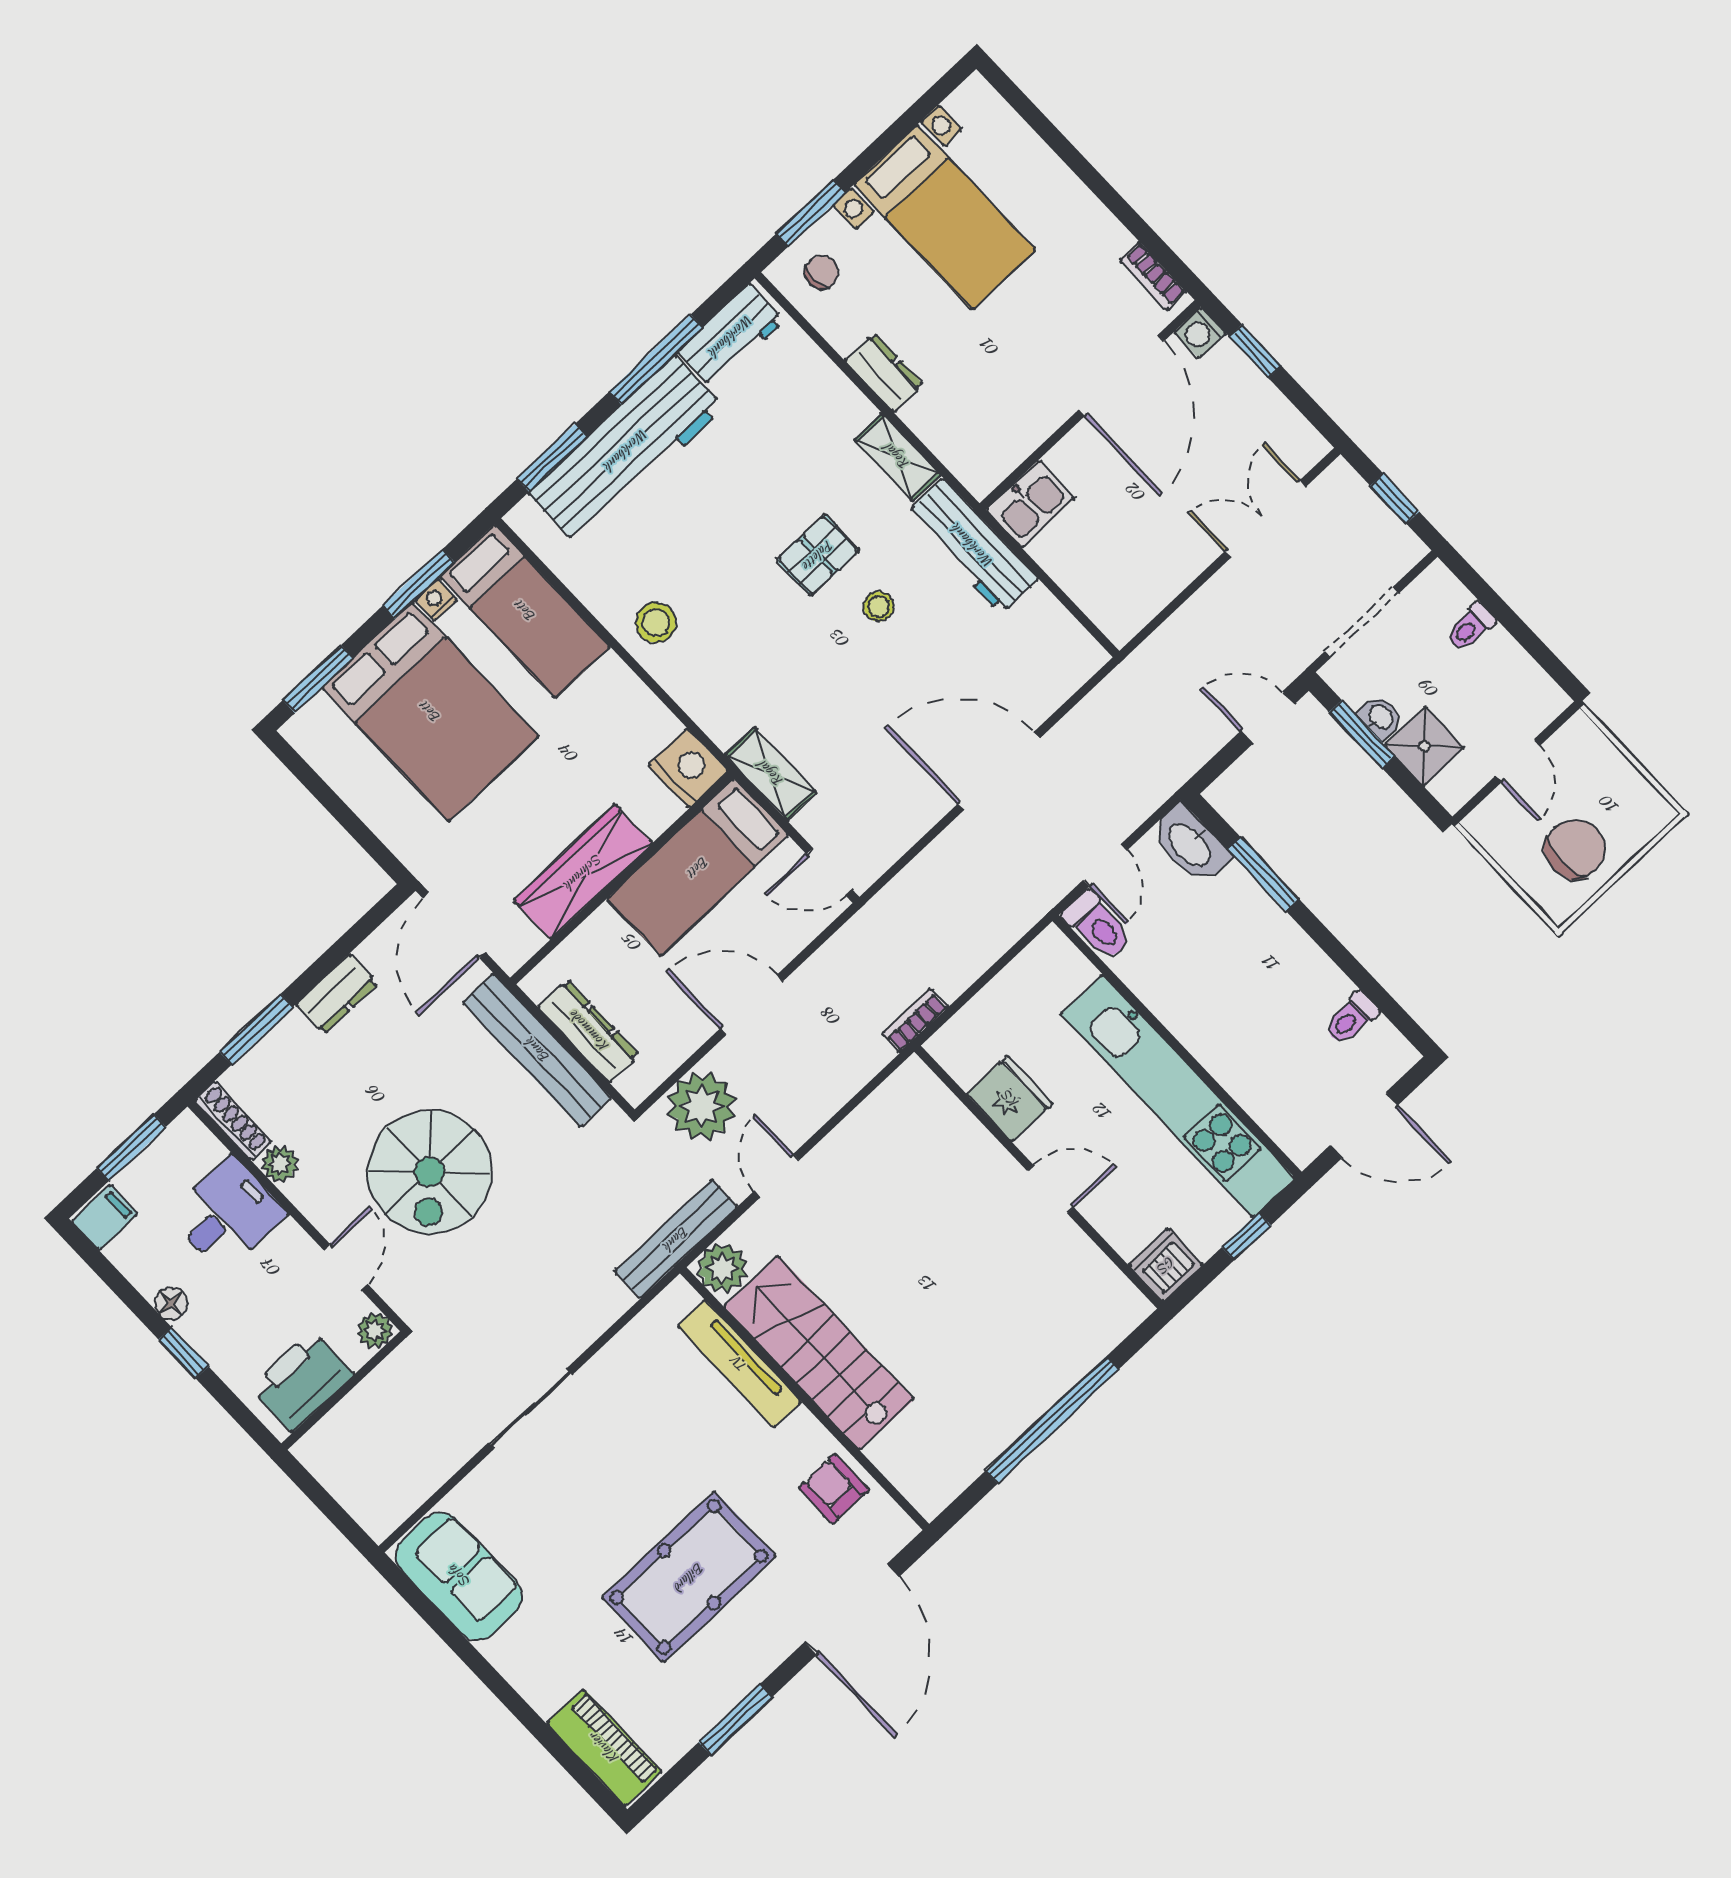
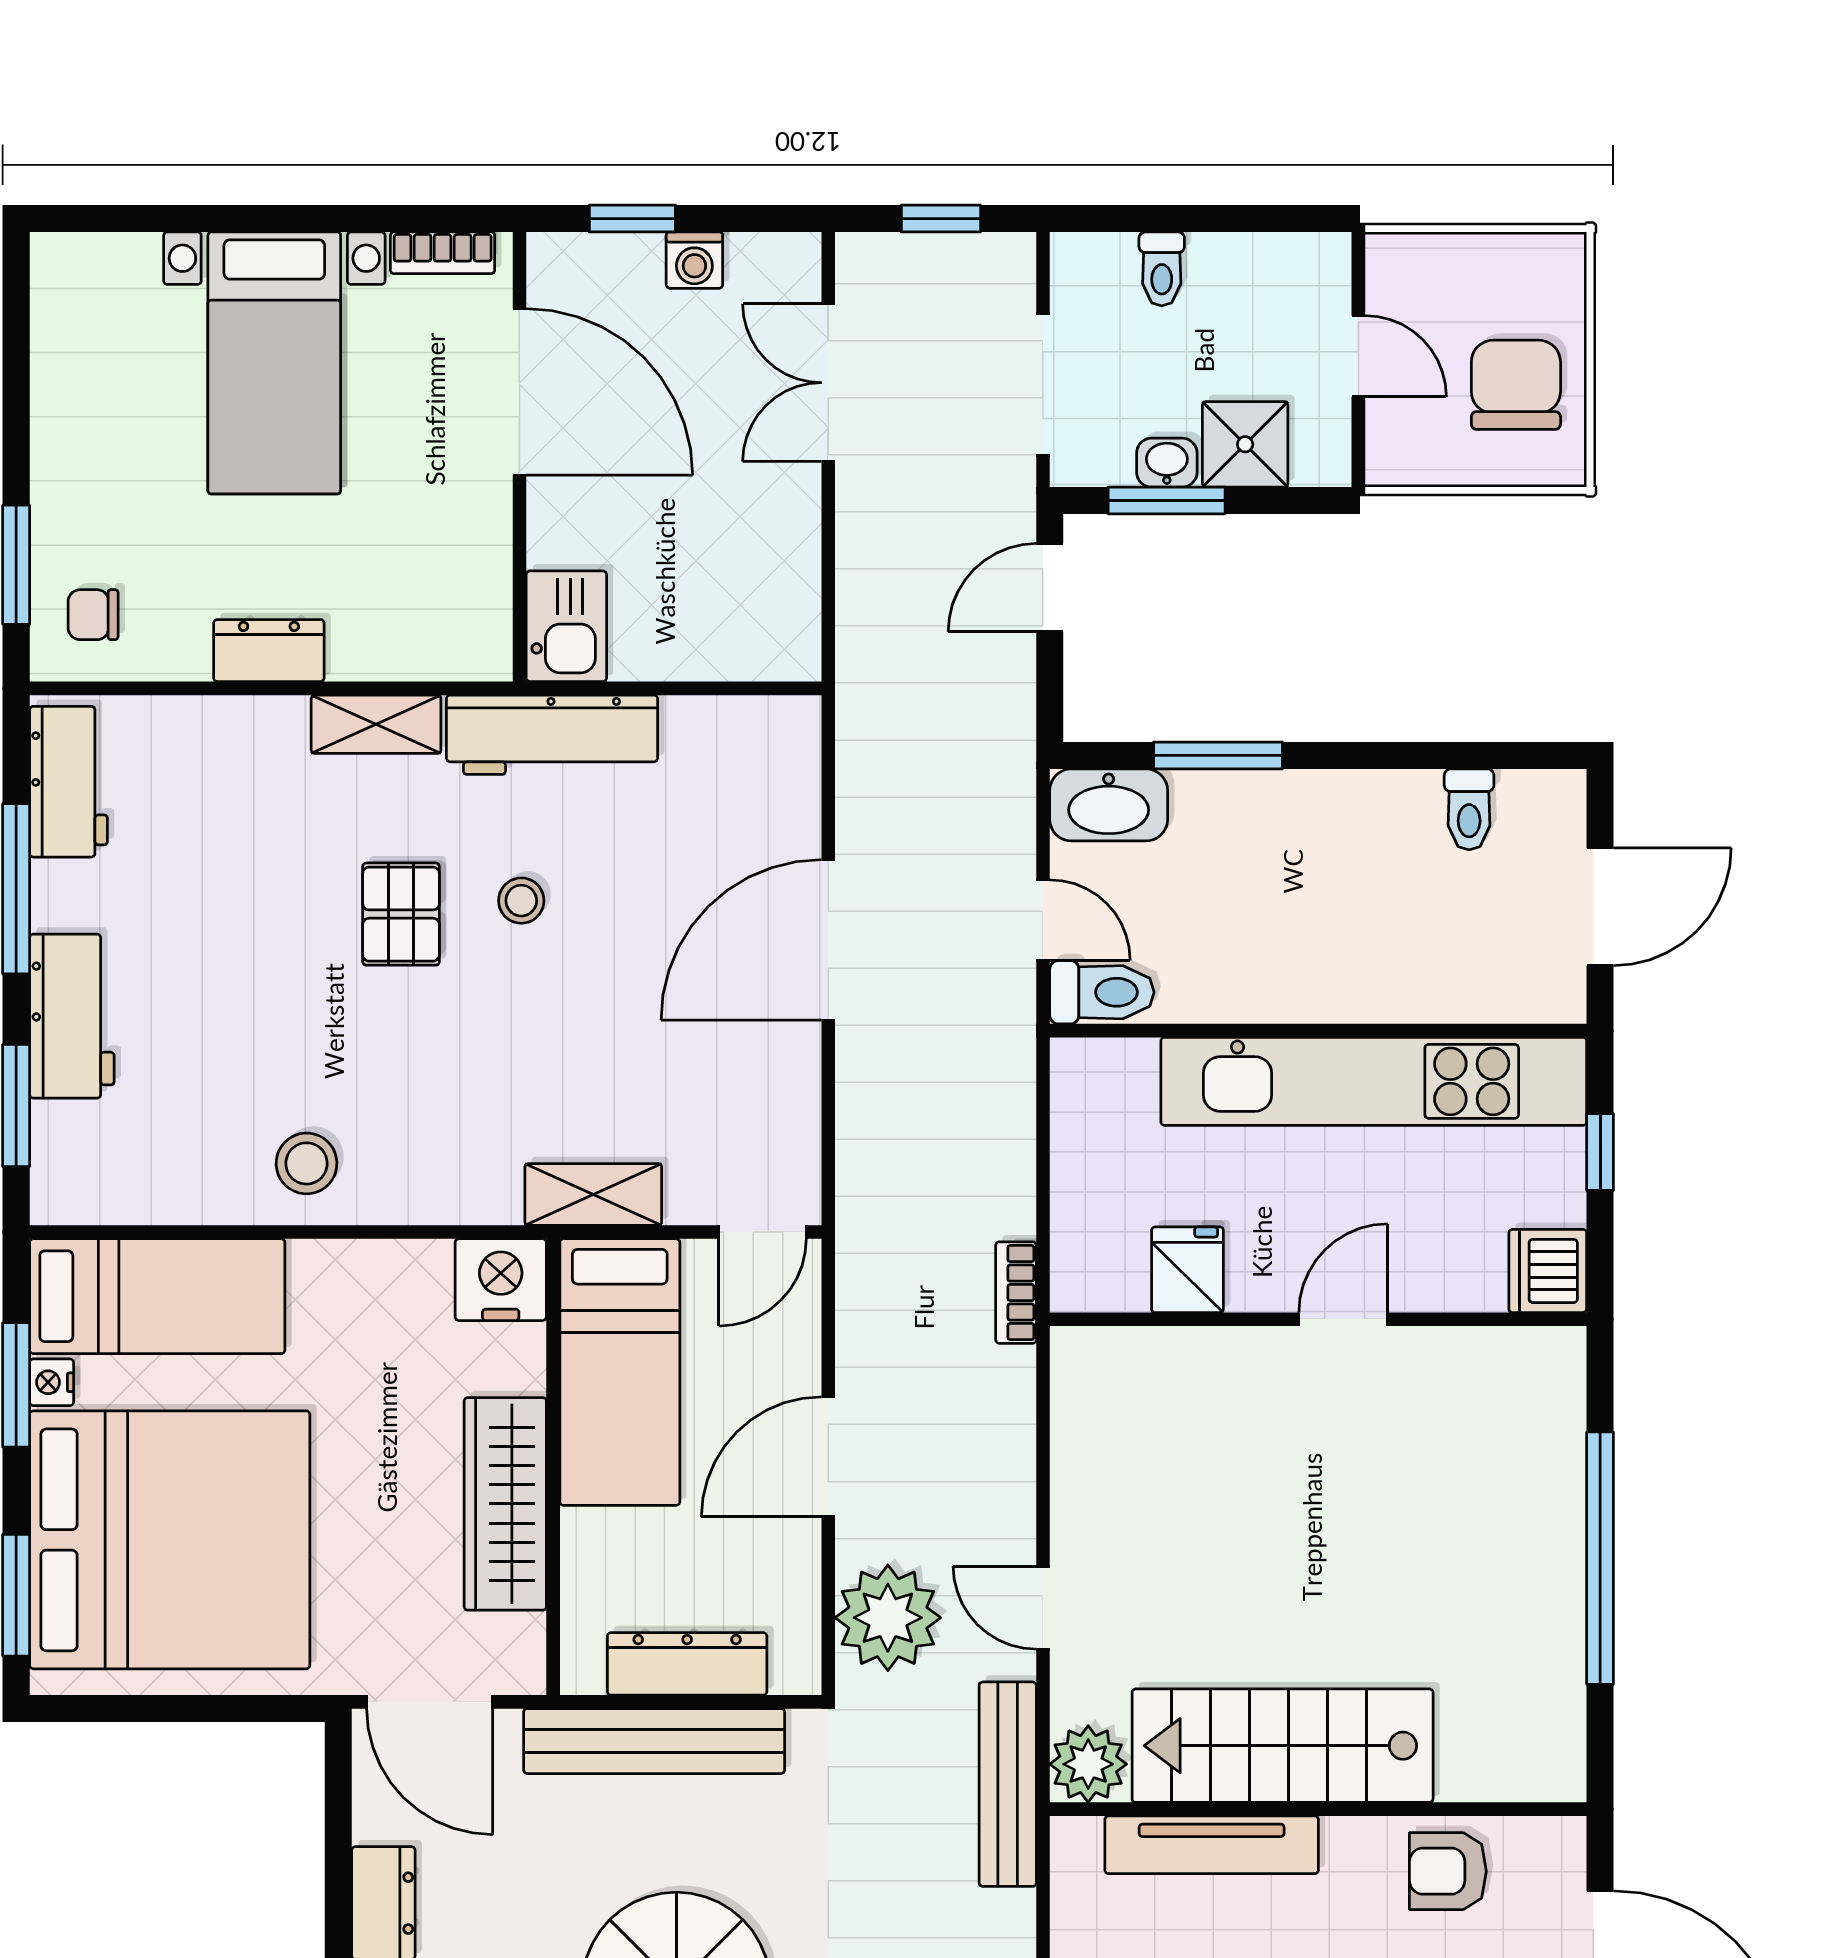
bed with nightstands: (945, 217) -> (274, 363), moved, turned 90
chair: (822, 272) -> (93, 615), turned -88
washing machine: (1200, 333) -> (694, 260), moved
workbench: (626, 450) -> (72, 1016), width x0.53, depth x0.76
bed: (430, 712) -> (170, 1540), width x1.36
fridge: (1010, 1099) -> (1187, 1270), width x0.72

